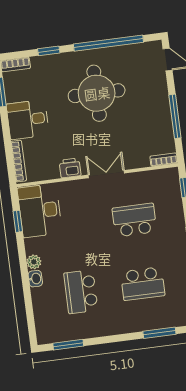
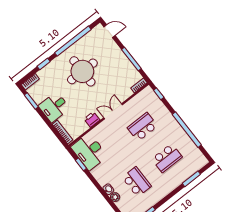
plant: (34, 262) -> (115, 197), moved
school desk: (81, 292) -> (137, 182), turned 180

